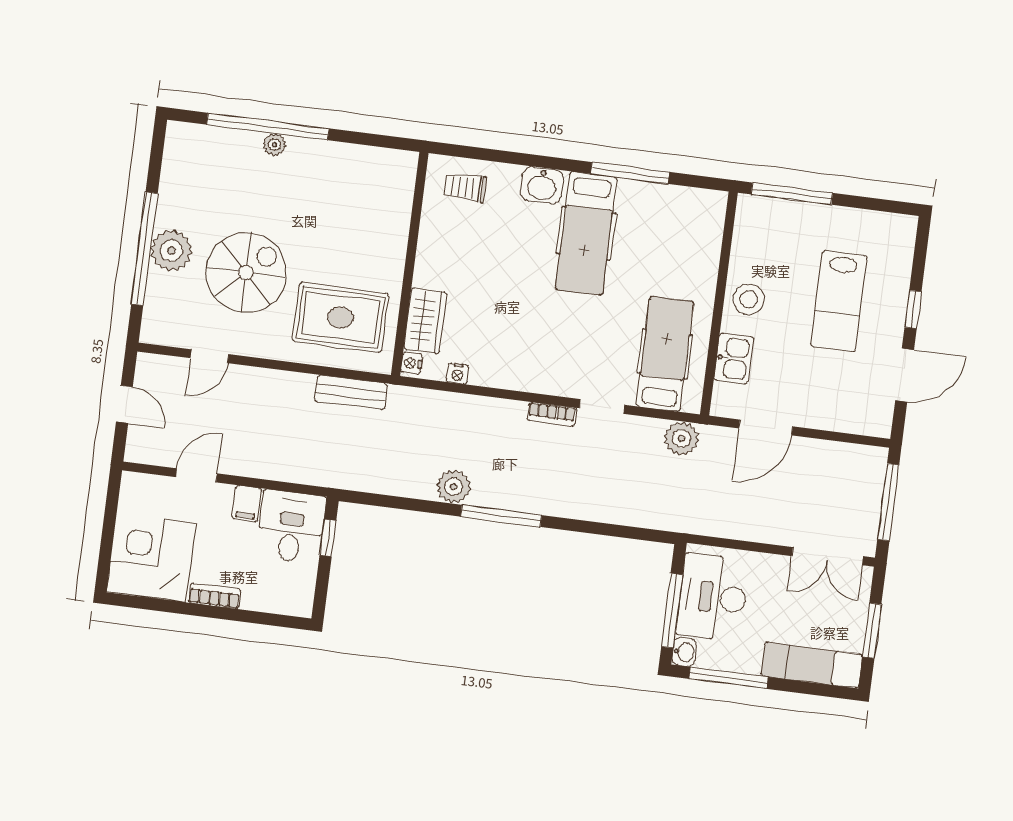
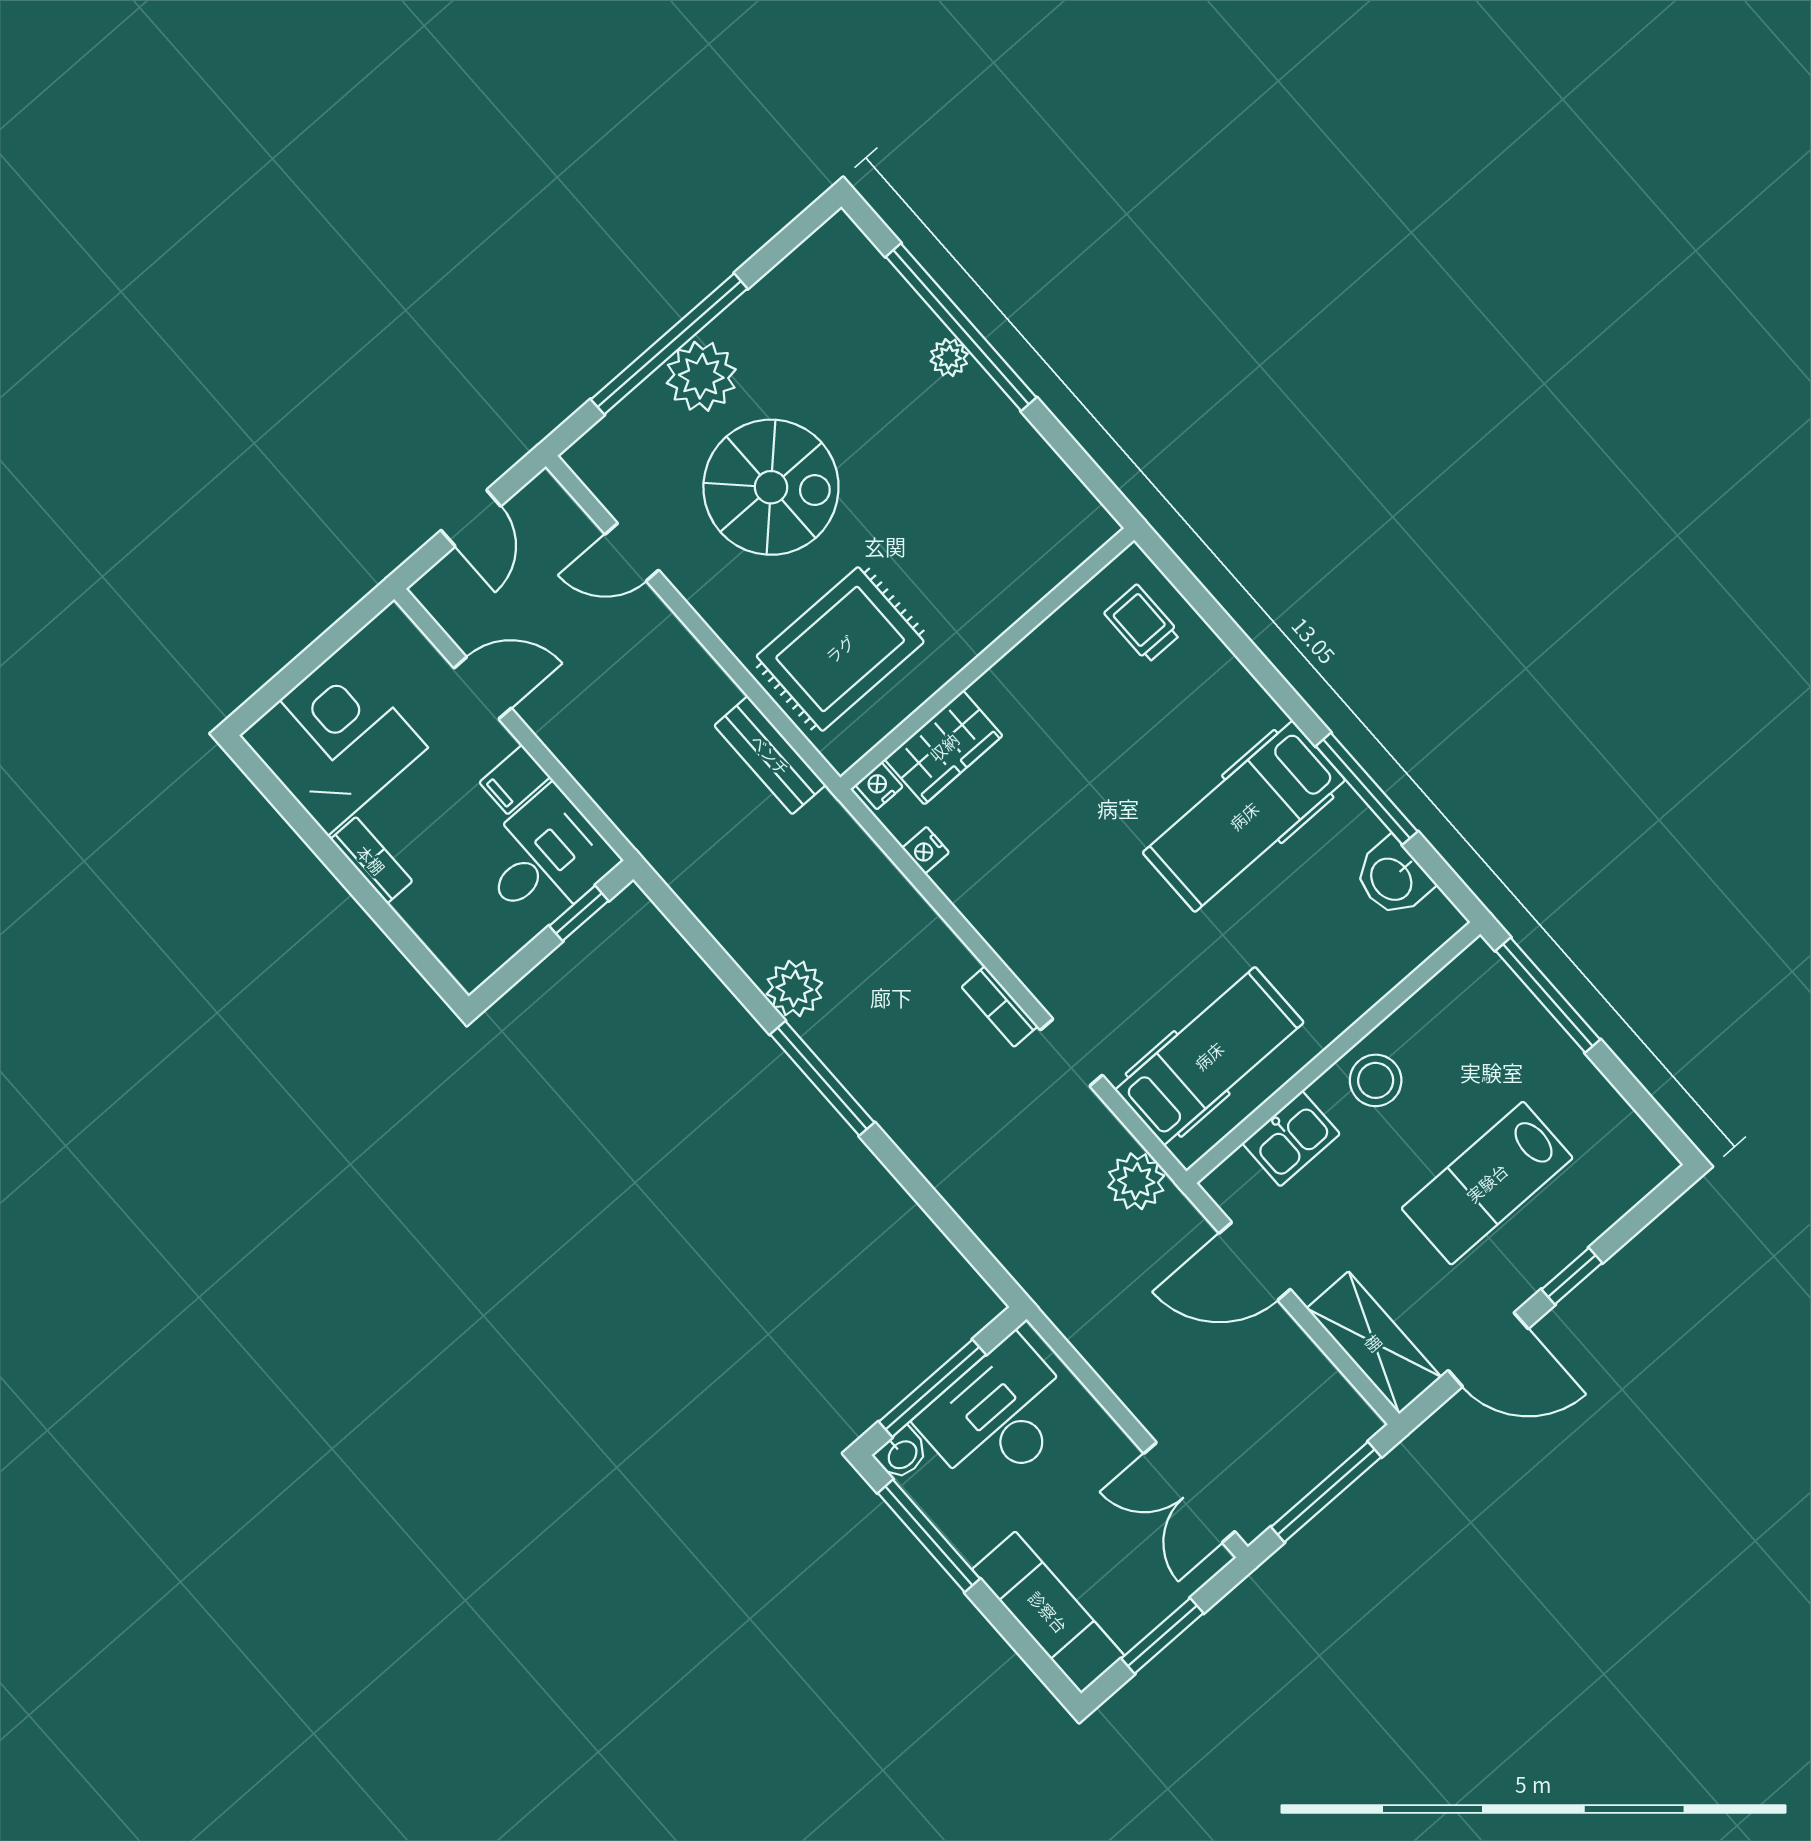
washbasin: (542, 185) -> (1393, 878), moved
rug: (340, 317) -> (840, 649), turned 90
shelving: (851, 417) -> (1374, 1343), added

